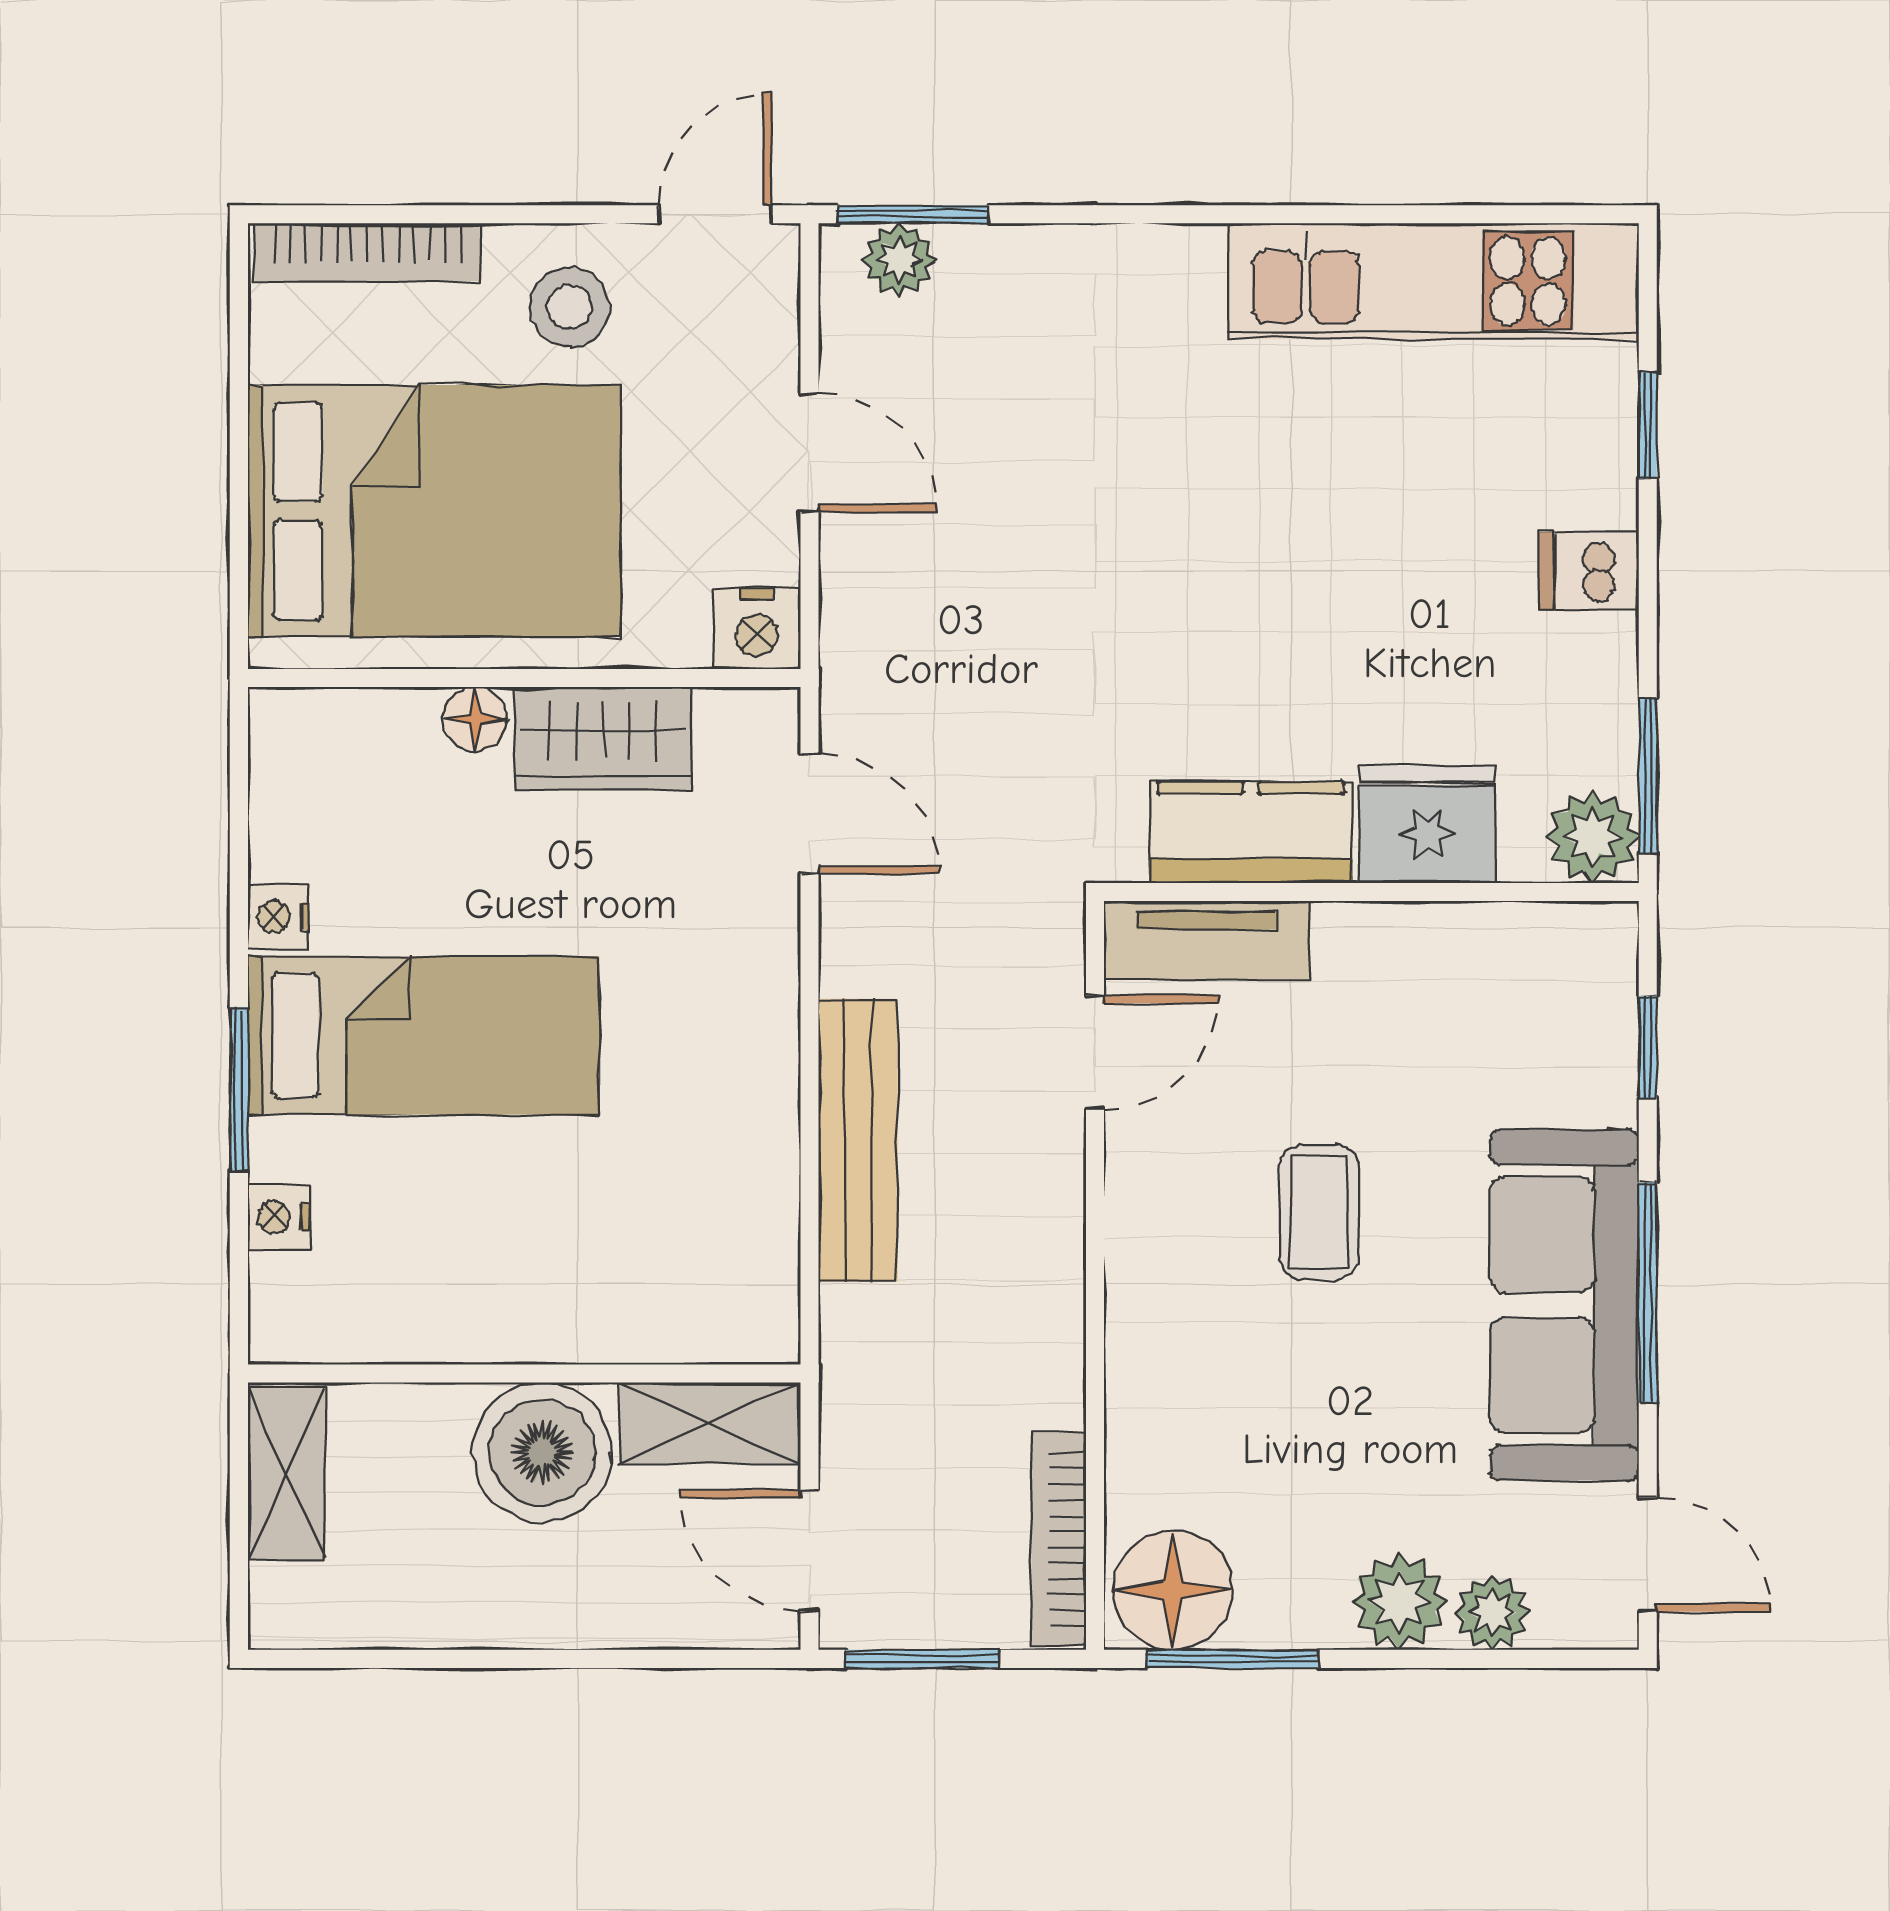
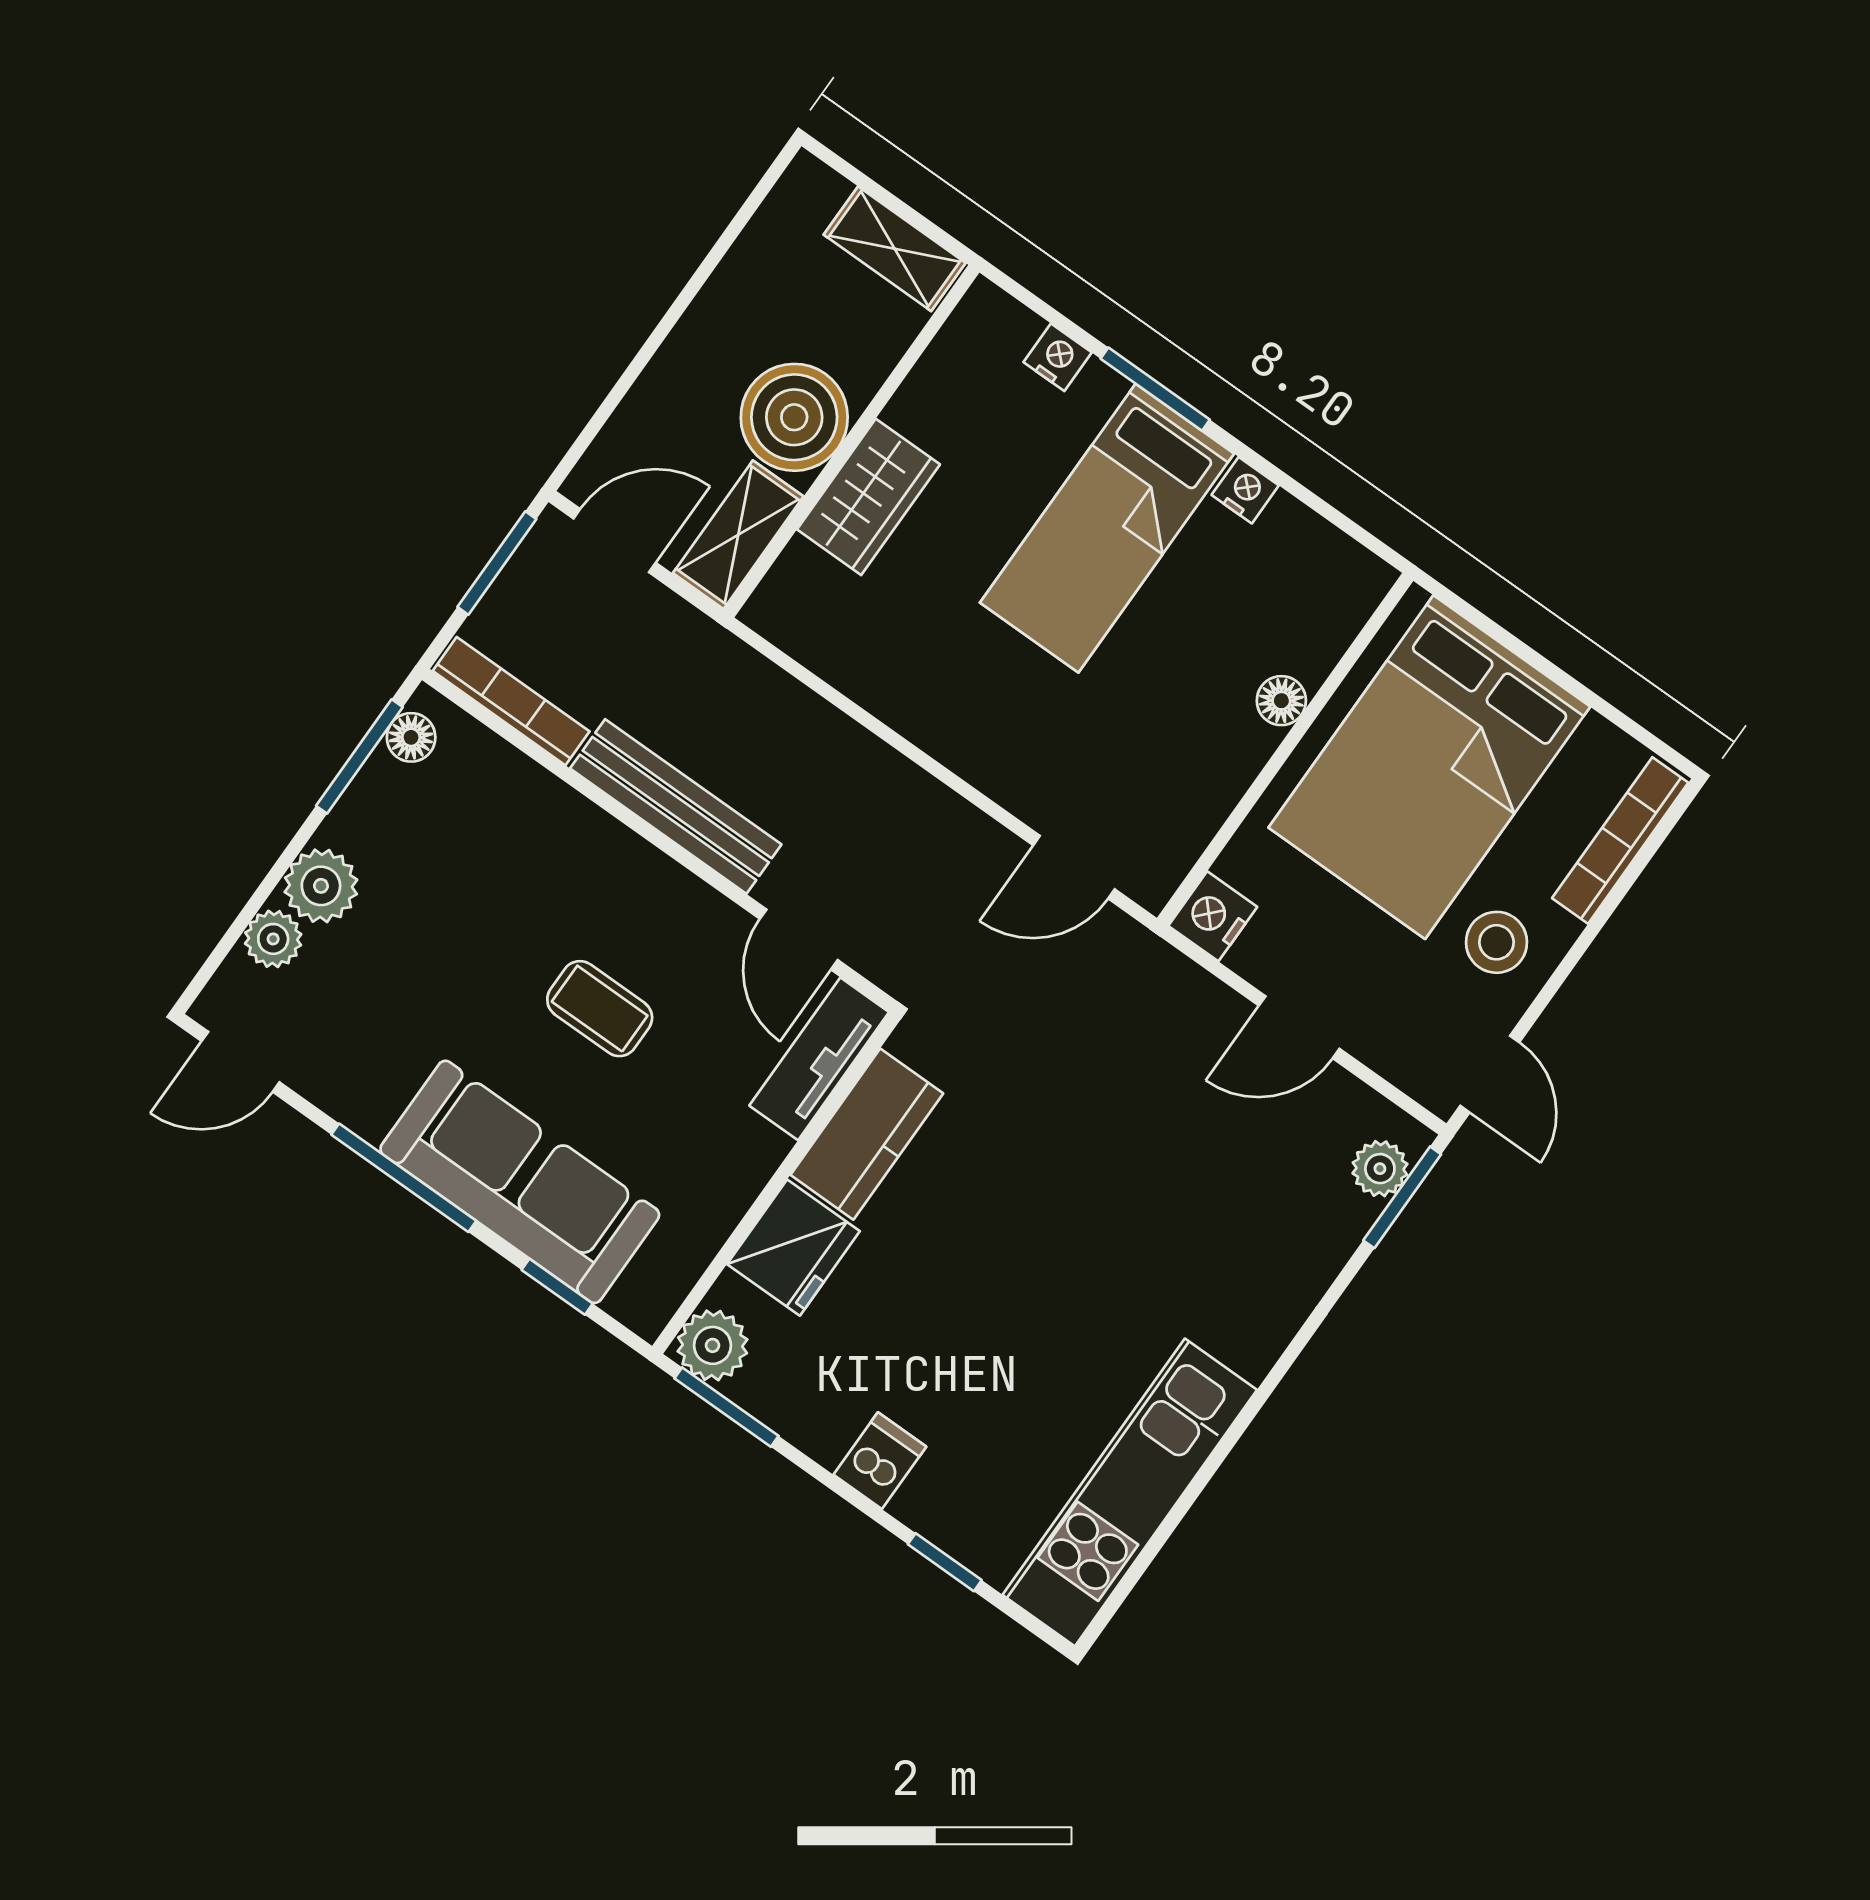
wardrobe: (603, 738) -> (868, 497), moved, turned 180
bench: (858, 1140) -> (676, 806), moved
sofa: (1564, 1305) -> (520, 1182), moved
floor lamp: (1173, 1590) -> (411, 737), width x0.53, depth x0.53

